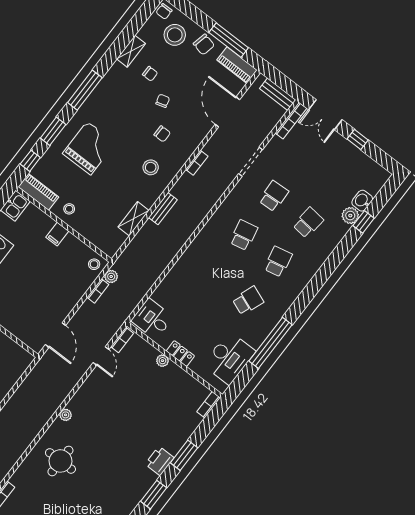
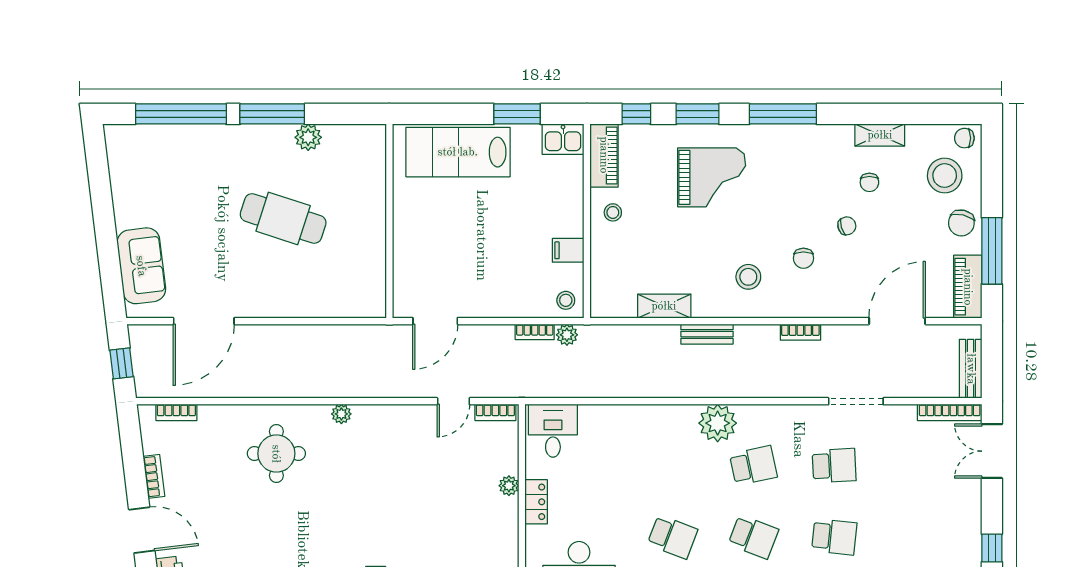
window: (358, 139) -> (992, 548), moved
filing cabinet: (57, 234) -> (568, 250), moved
plant: (210, 237) -> (718, 423), added
school desk: (278, 262) -> (753, 537), turned 33

